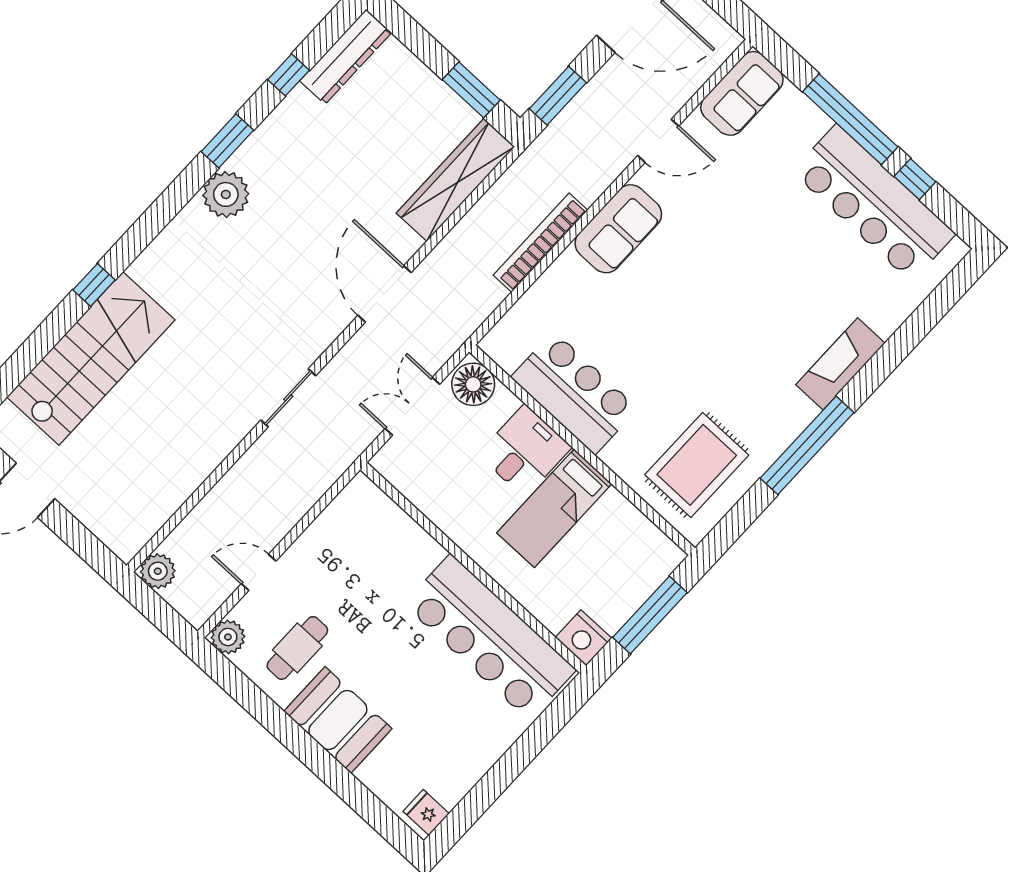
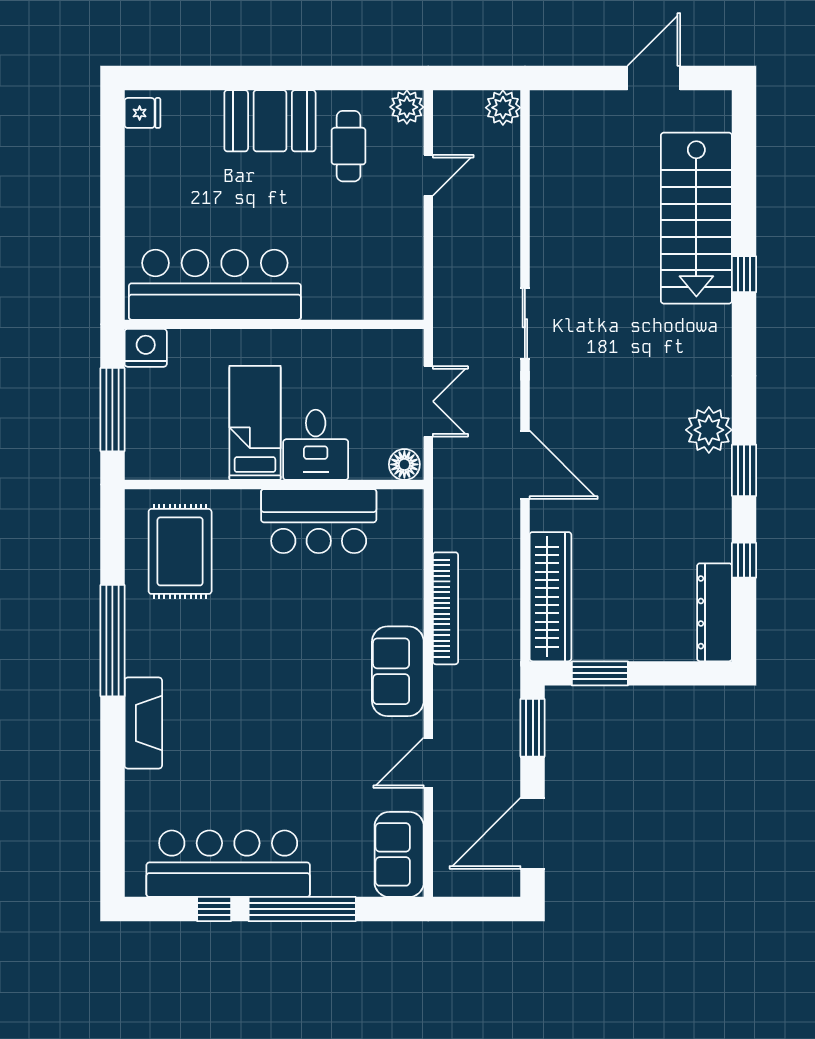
floor lamp: (473, 384) -> (404, 464), width x0.73, depth x0.73

